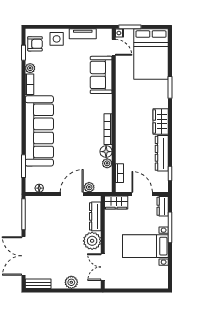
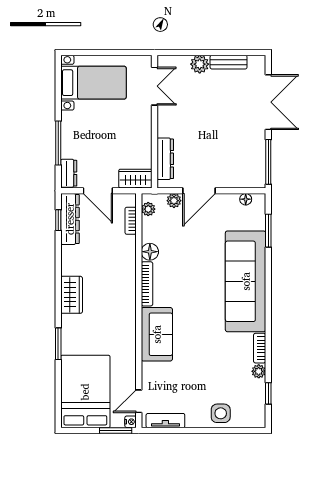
tv unit: (83, 34) -> (165, 421), moved
armchair: (35, 44) -> (252, 406), removed
door: (114, 47) -> (139, 401), hinge flipped
sofa: (101, 75) -> (157, 334), moved
dresser: (162, 153) -> (70, 219), moved
plant: (107, 163) -> (148, 209), moved
plant: (92, 241) -> (170, 124), removed
bed with nightstands: (145, 246) -> (93, 83), moved
bench: (38, 284) -> (229, 62), moved

